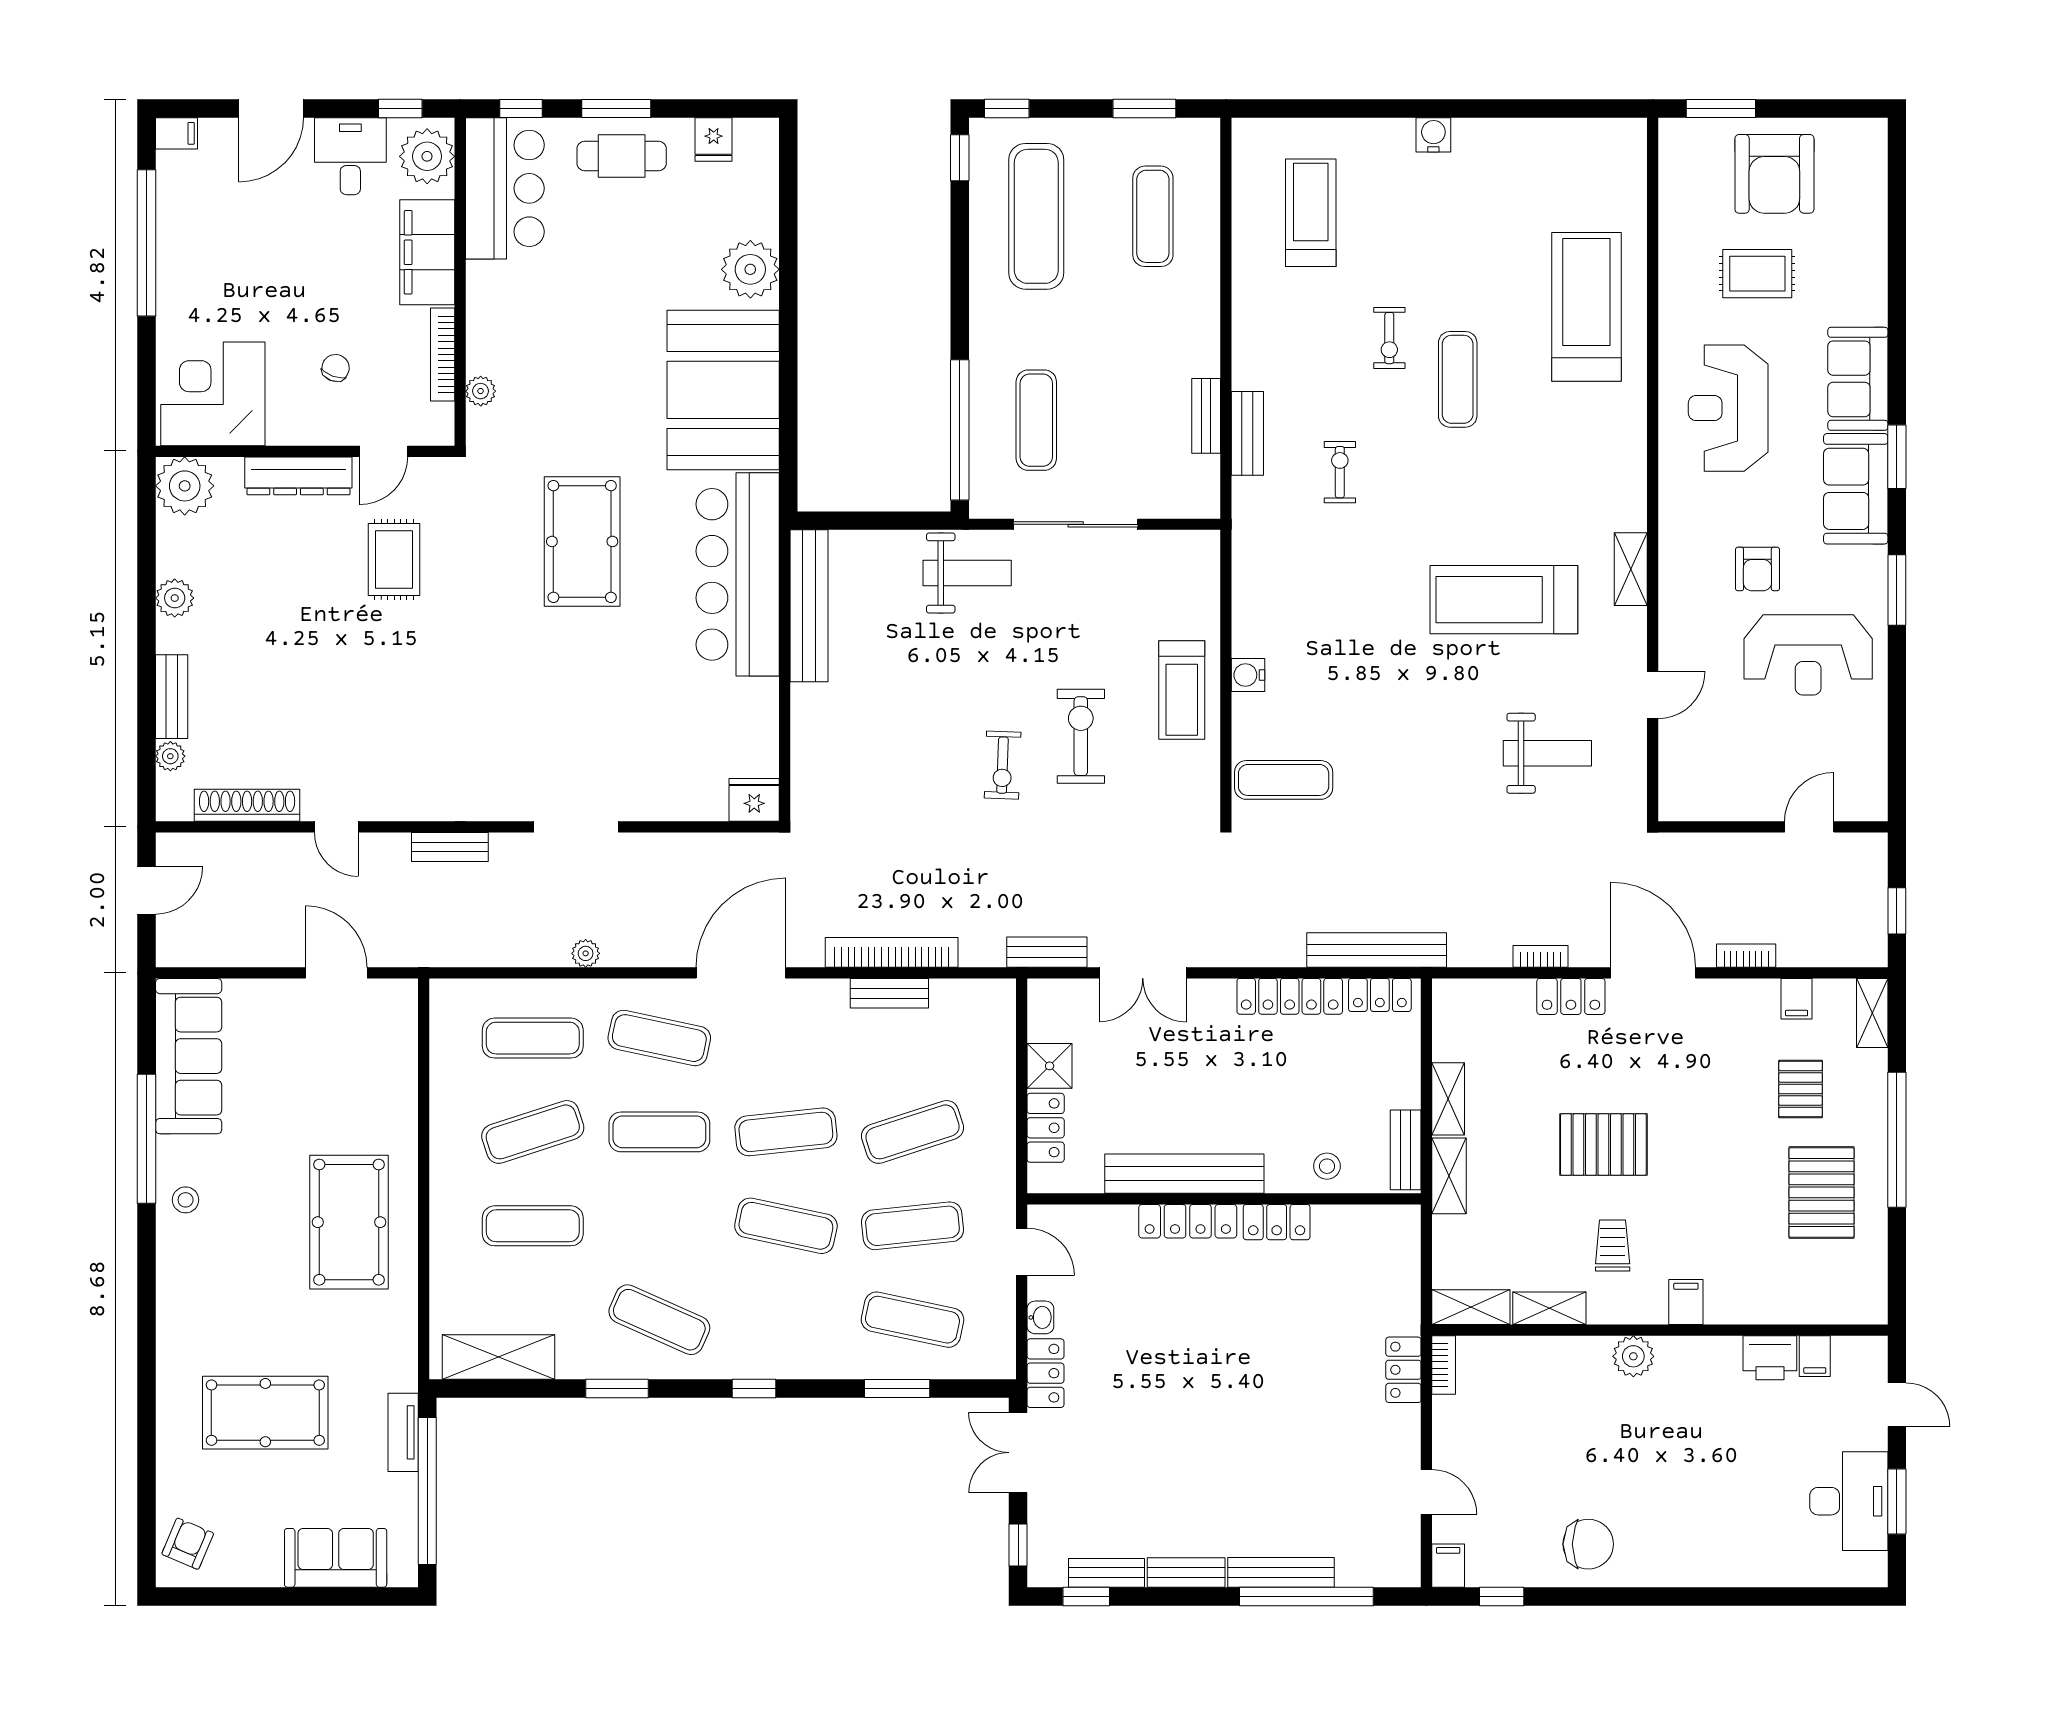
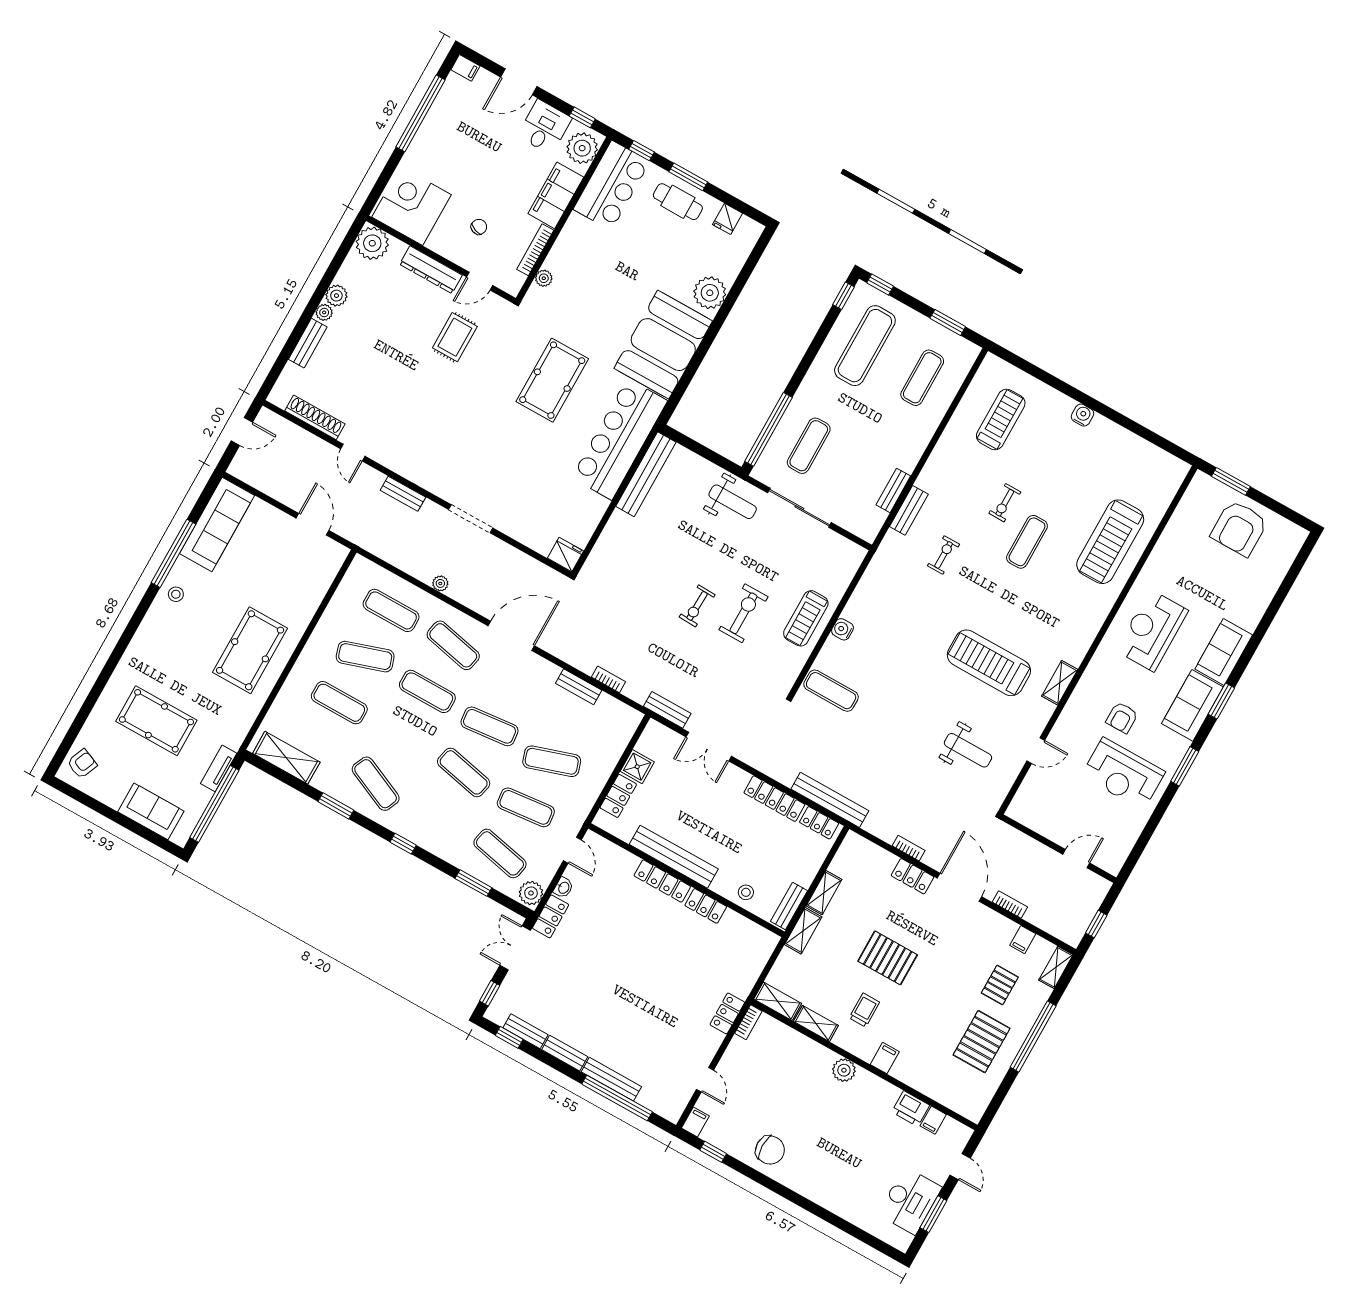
rug: (1757, 274) -> (1203, 573), removed
treadmill: (1586, 307) -> (1110, 542), turned 180
plant: (170, 756) -> (324, 312), moved
bookcase: (892, 952) -> (608, 679), width x0.43, depth x0.76
plant: (995, 1354) -> (531, 893), added

